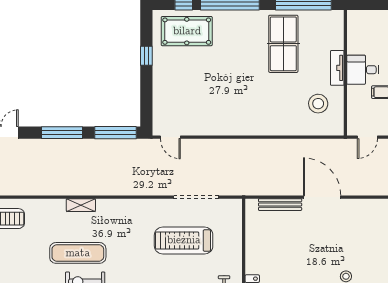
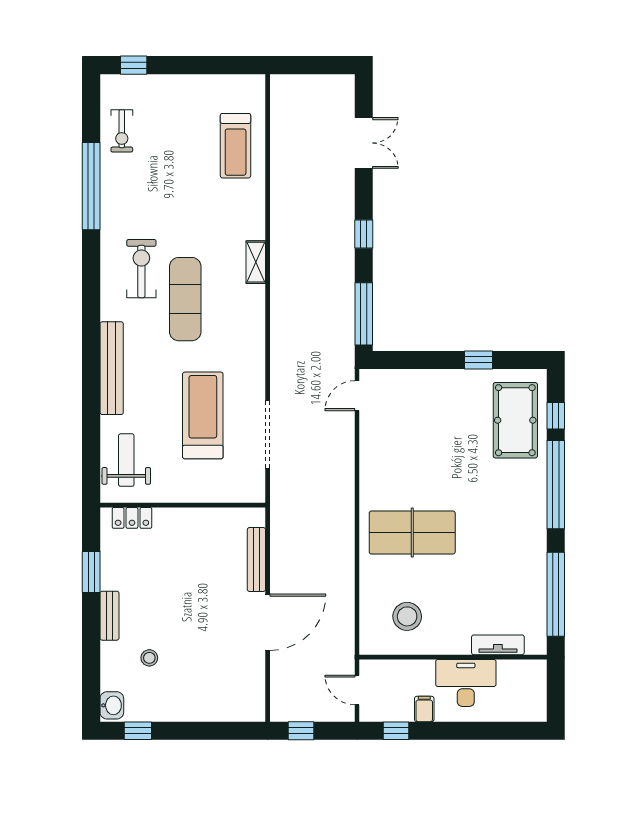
table tennis table: (283, 44) -> (412, 533), moved
tv unit: (337, 68) -> (498, 645), moved
desk: (363, 70) -> (466, 683), width x1.37
window: (62, 133) -> (364, 234), width x0.46
exercise mat: (78, 253) -> (185, 299), moved

